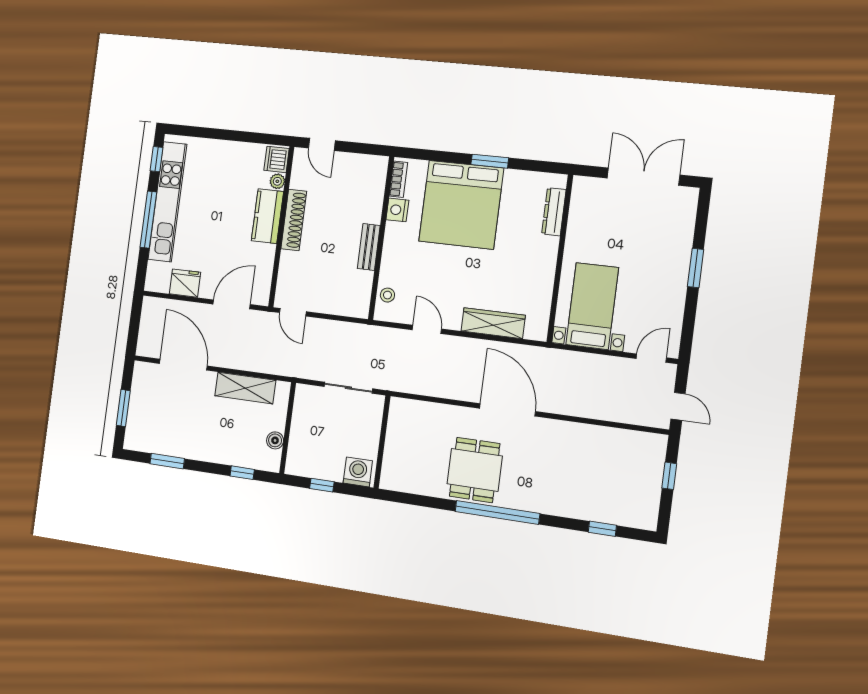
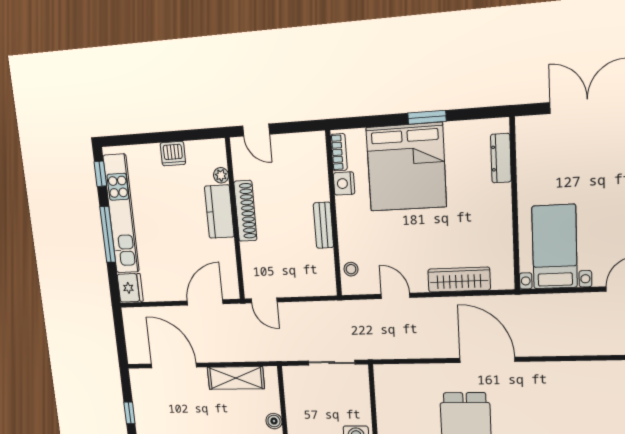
dishwasher: (277, 159) -> (173, 154), moved, turned -90
fridge: (185, 283) -> (130, 288), moved, turned 90
window: (123, 408) -> (129, 413), width x0.67

